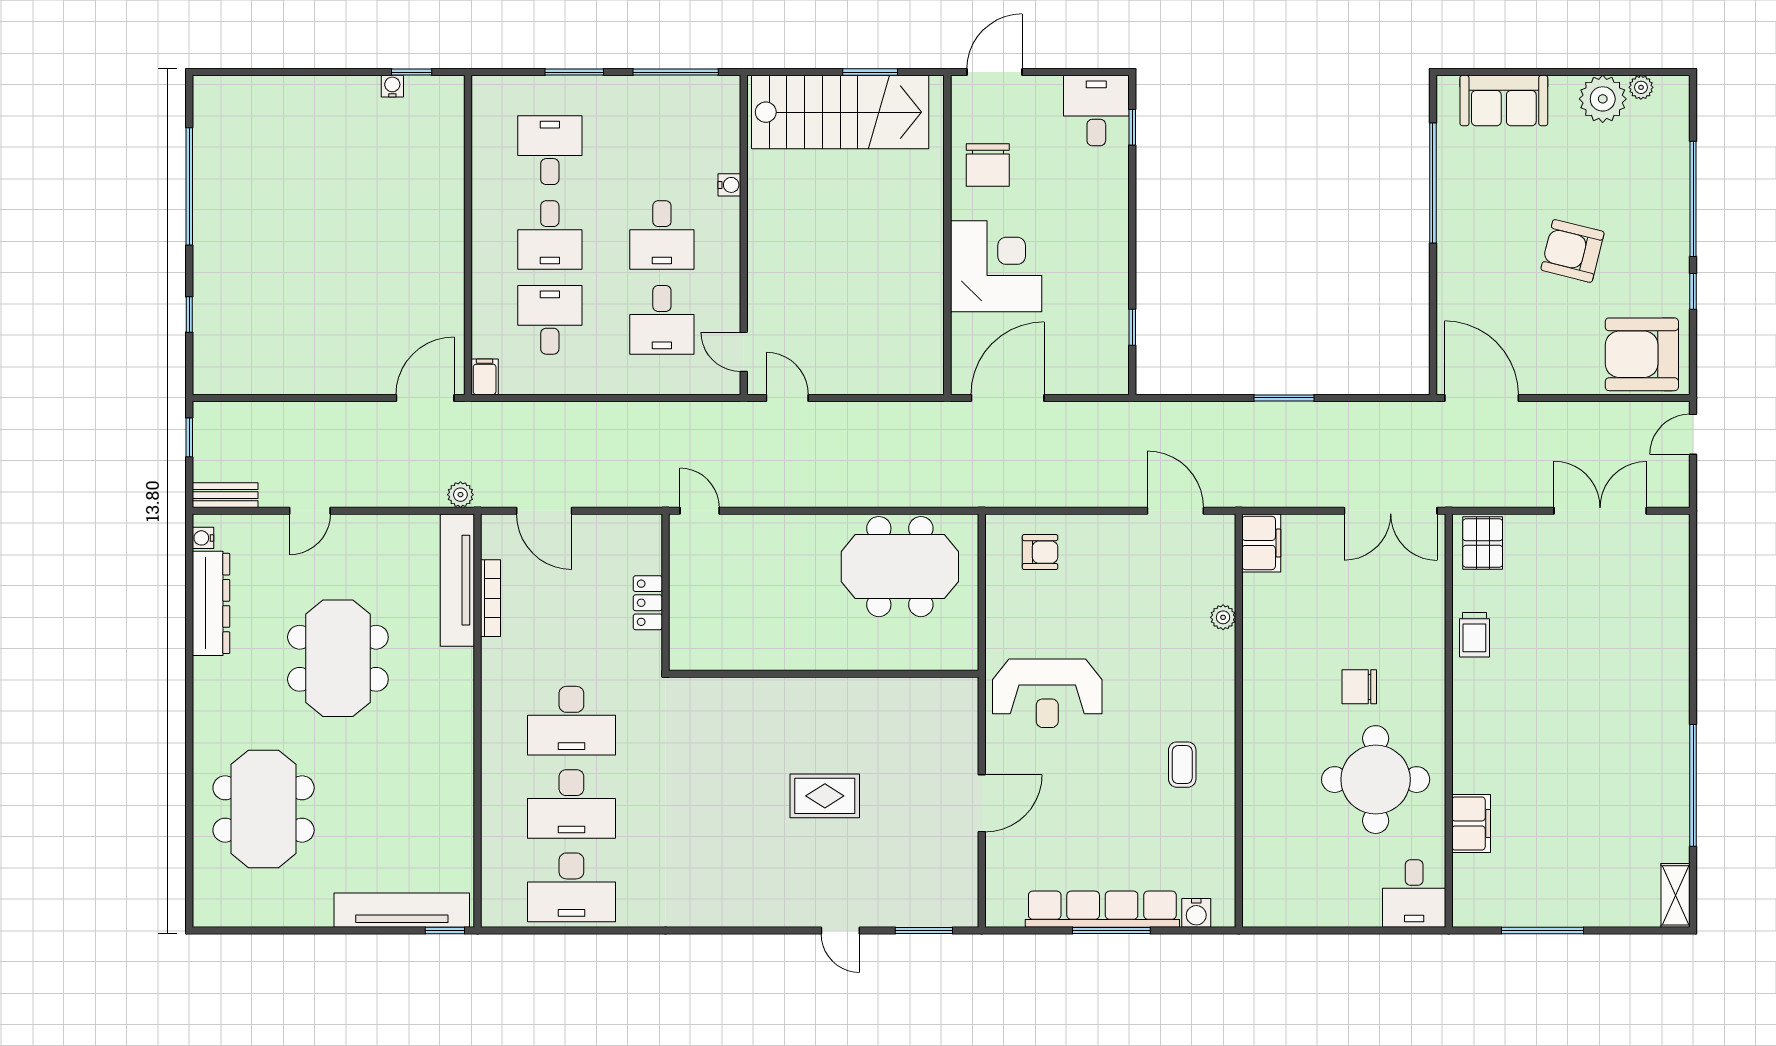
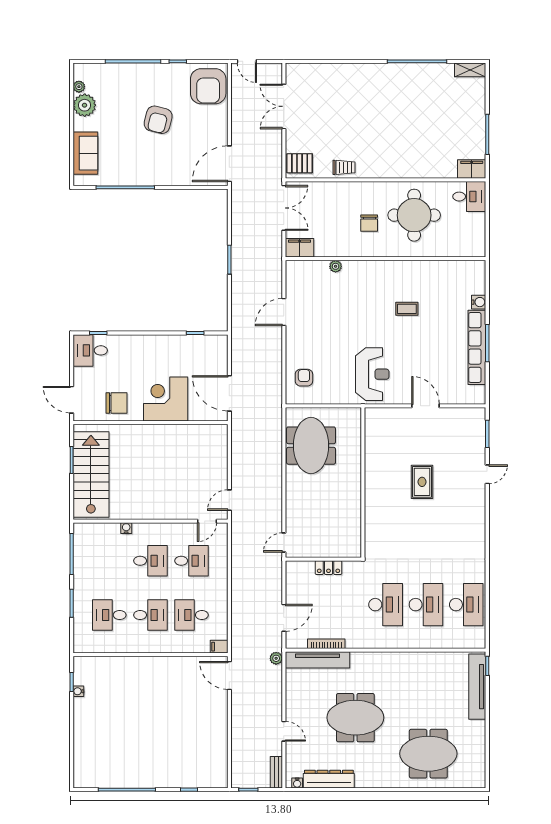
filing cabinet: (1261, 543) -> (300, 248), moved
plant: (1223, 617) -> (336, 266), moved
wall: (1239, 721) -> (386, 259), moved
filing cabinet: (1471, 823) -> (472, 169), moved

